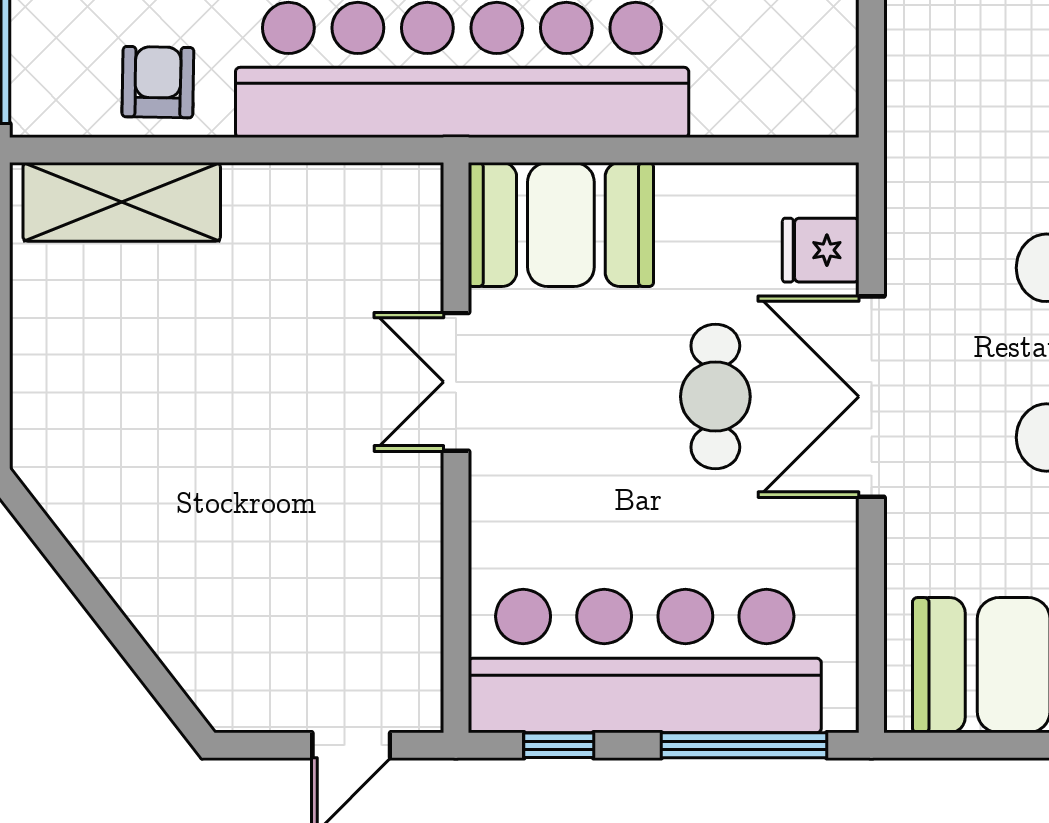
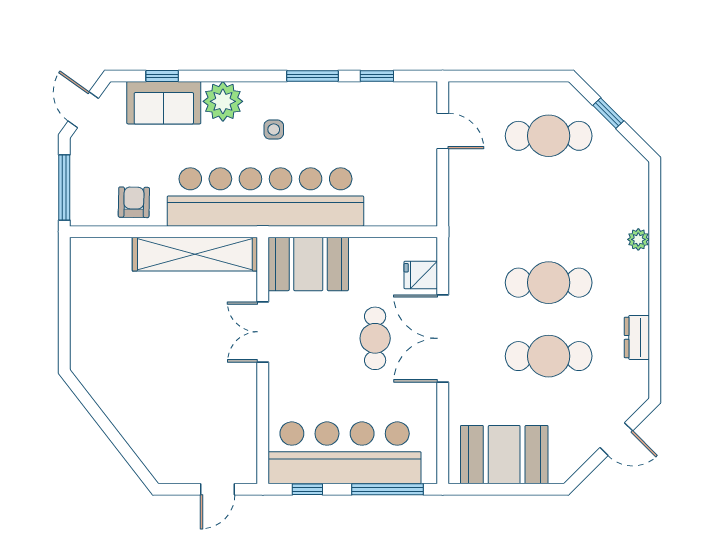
shelving: (122, 202) -> (195, 254), moved, width x1.47

